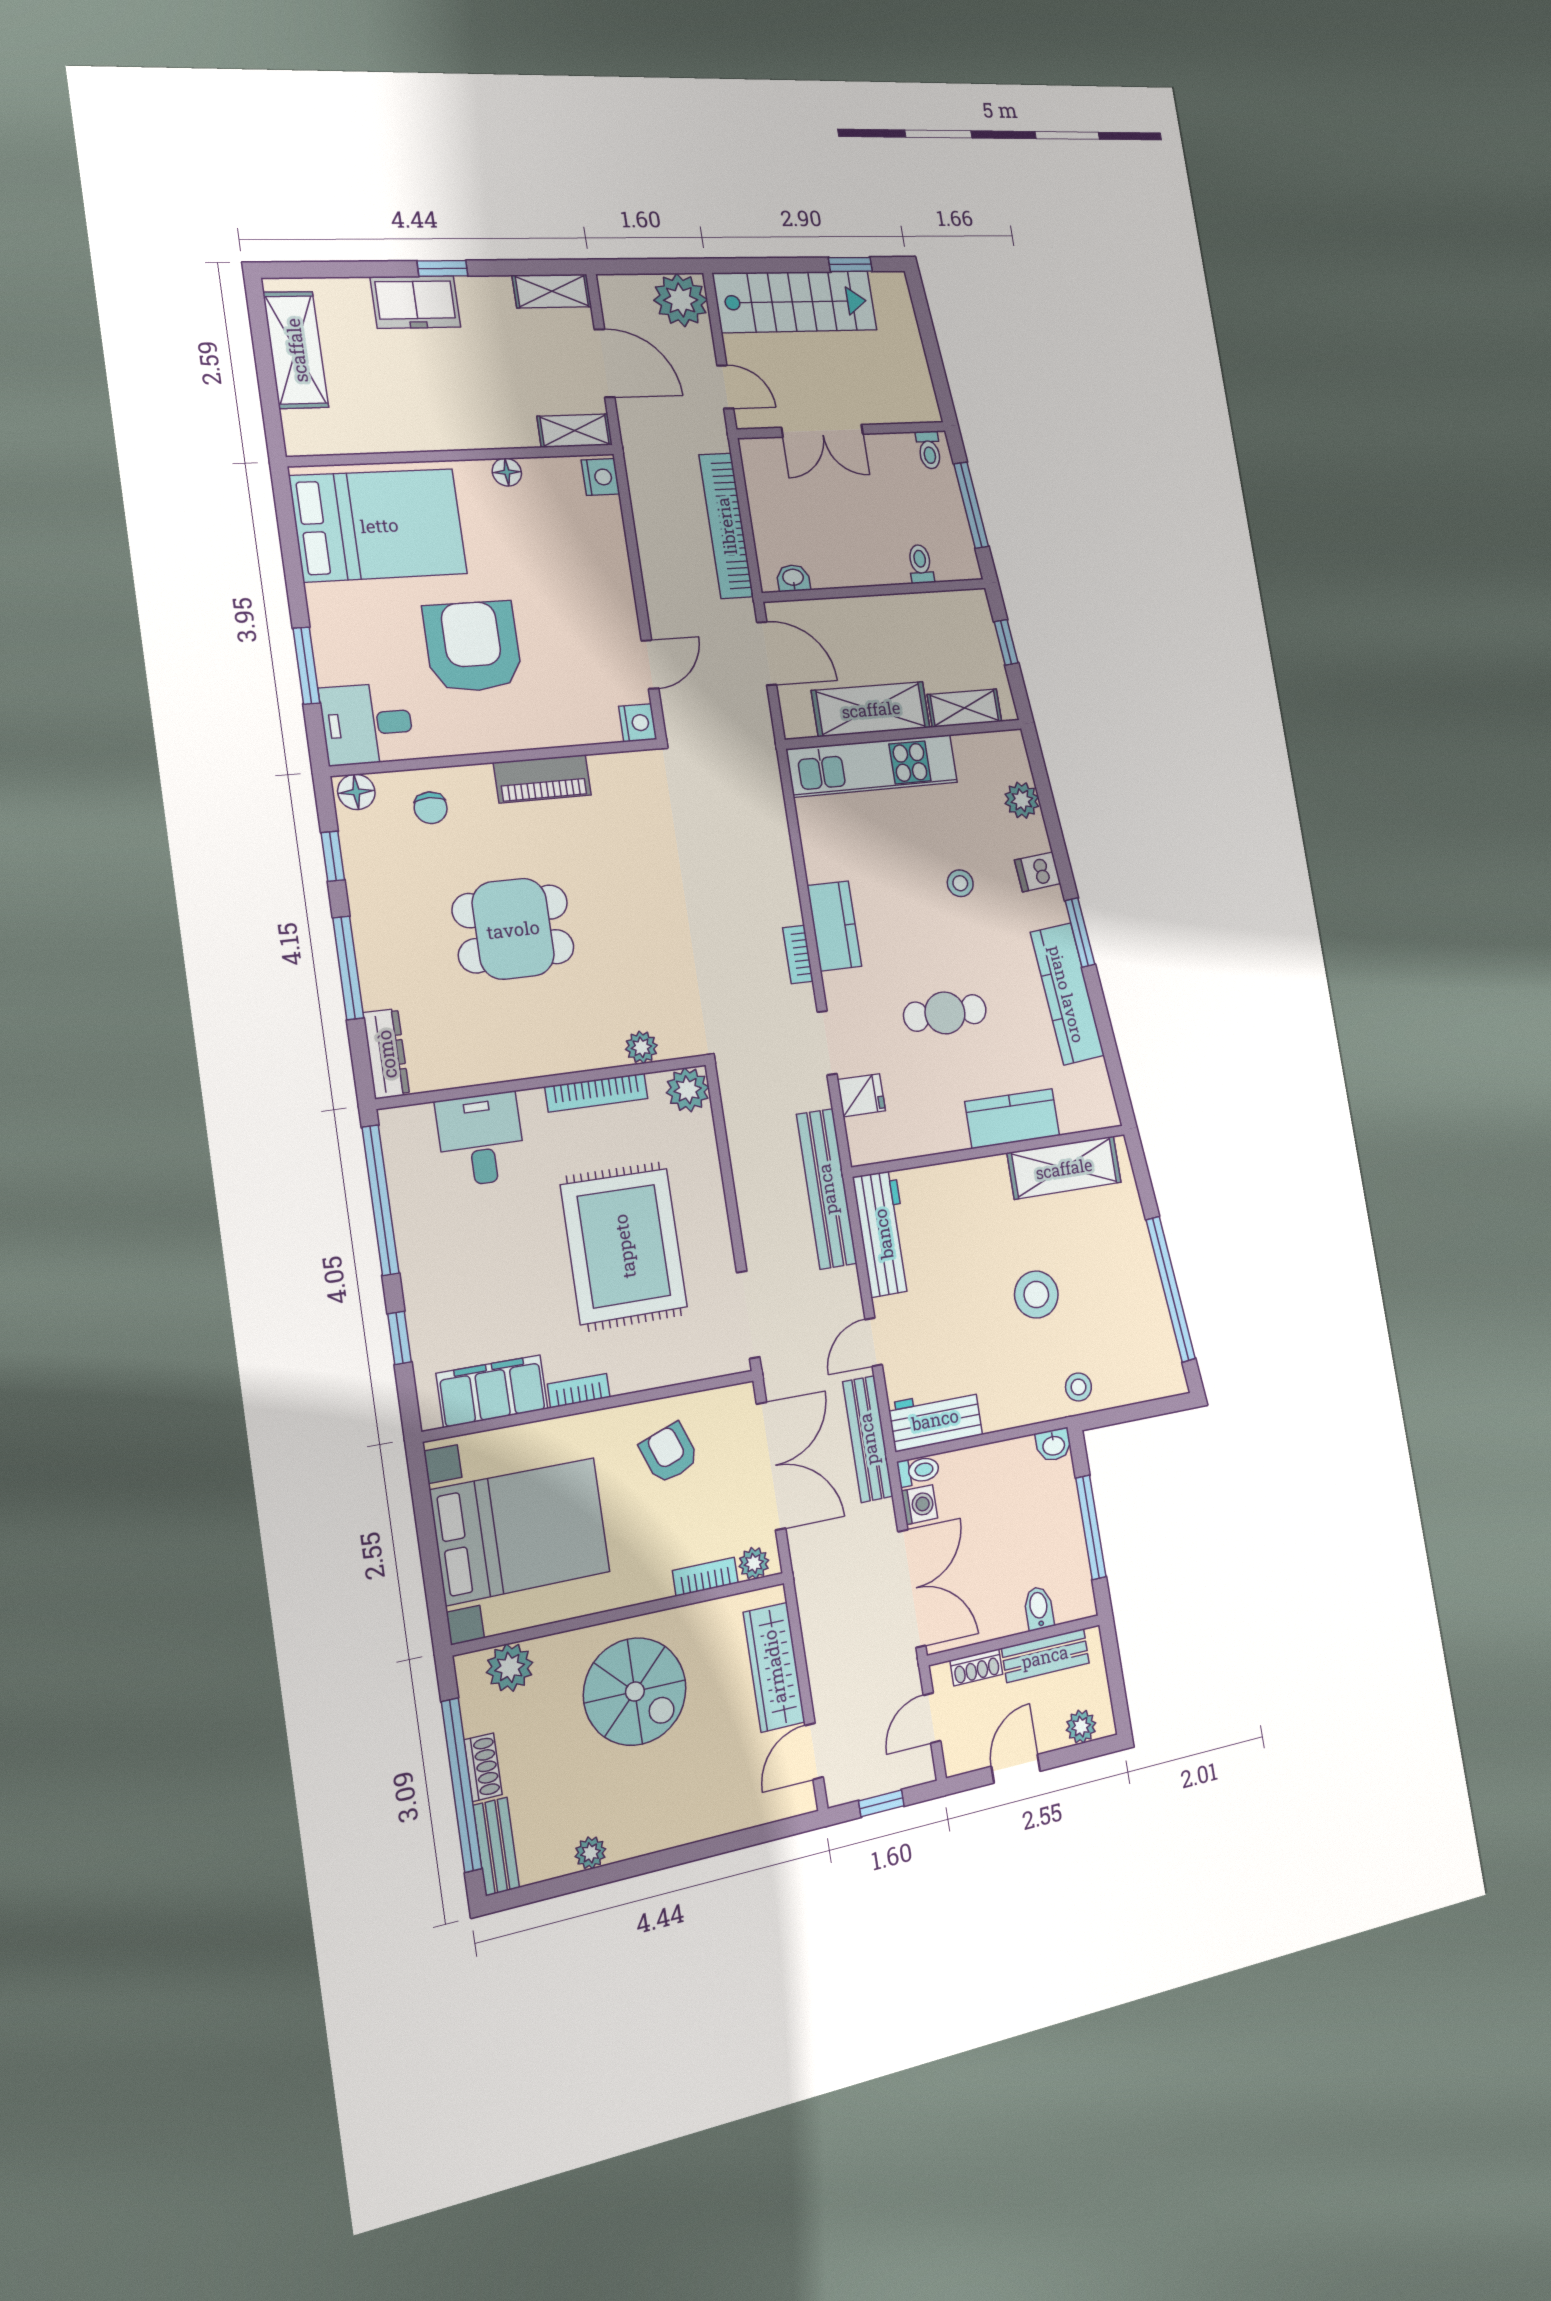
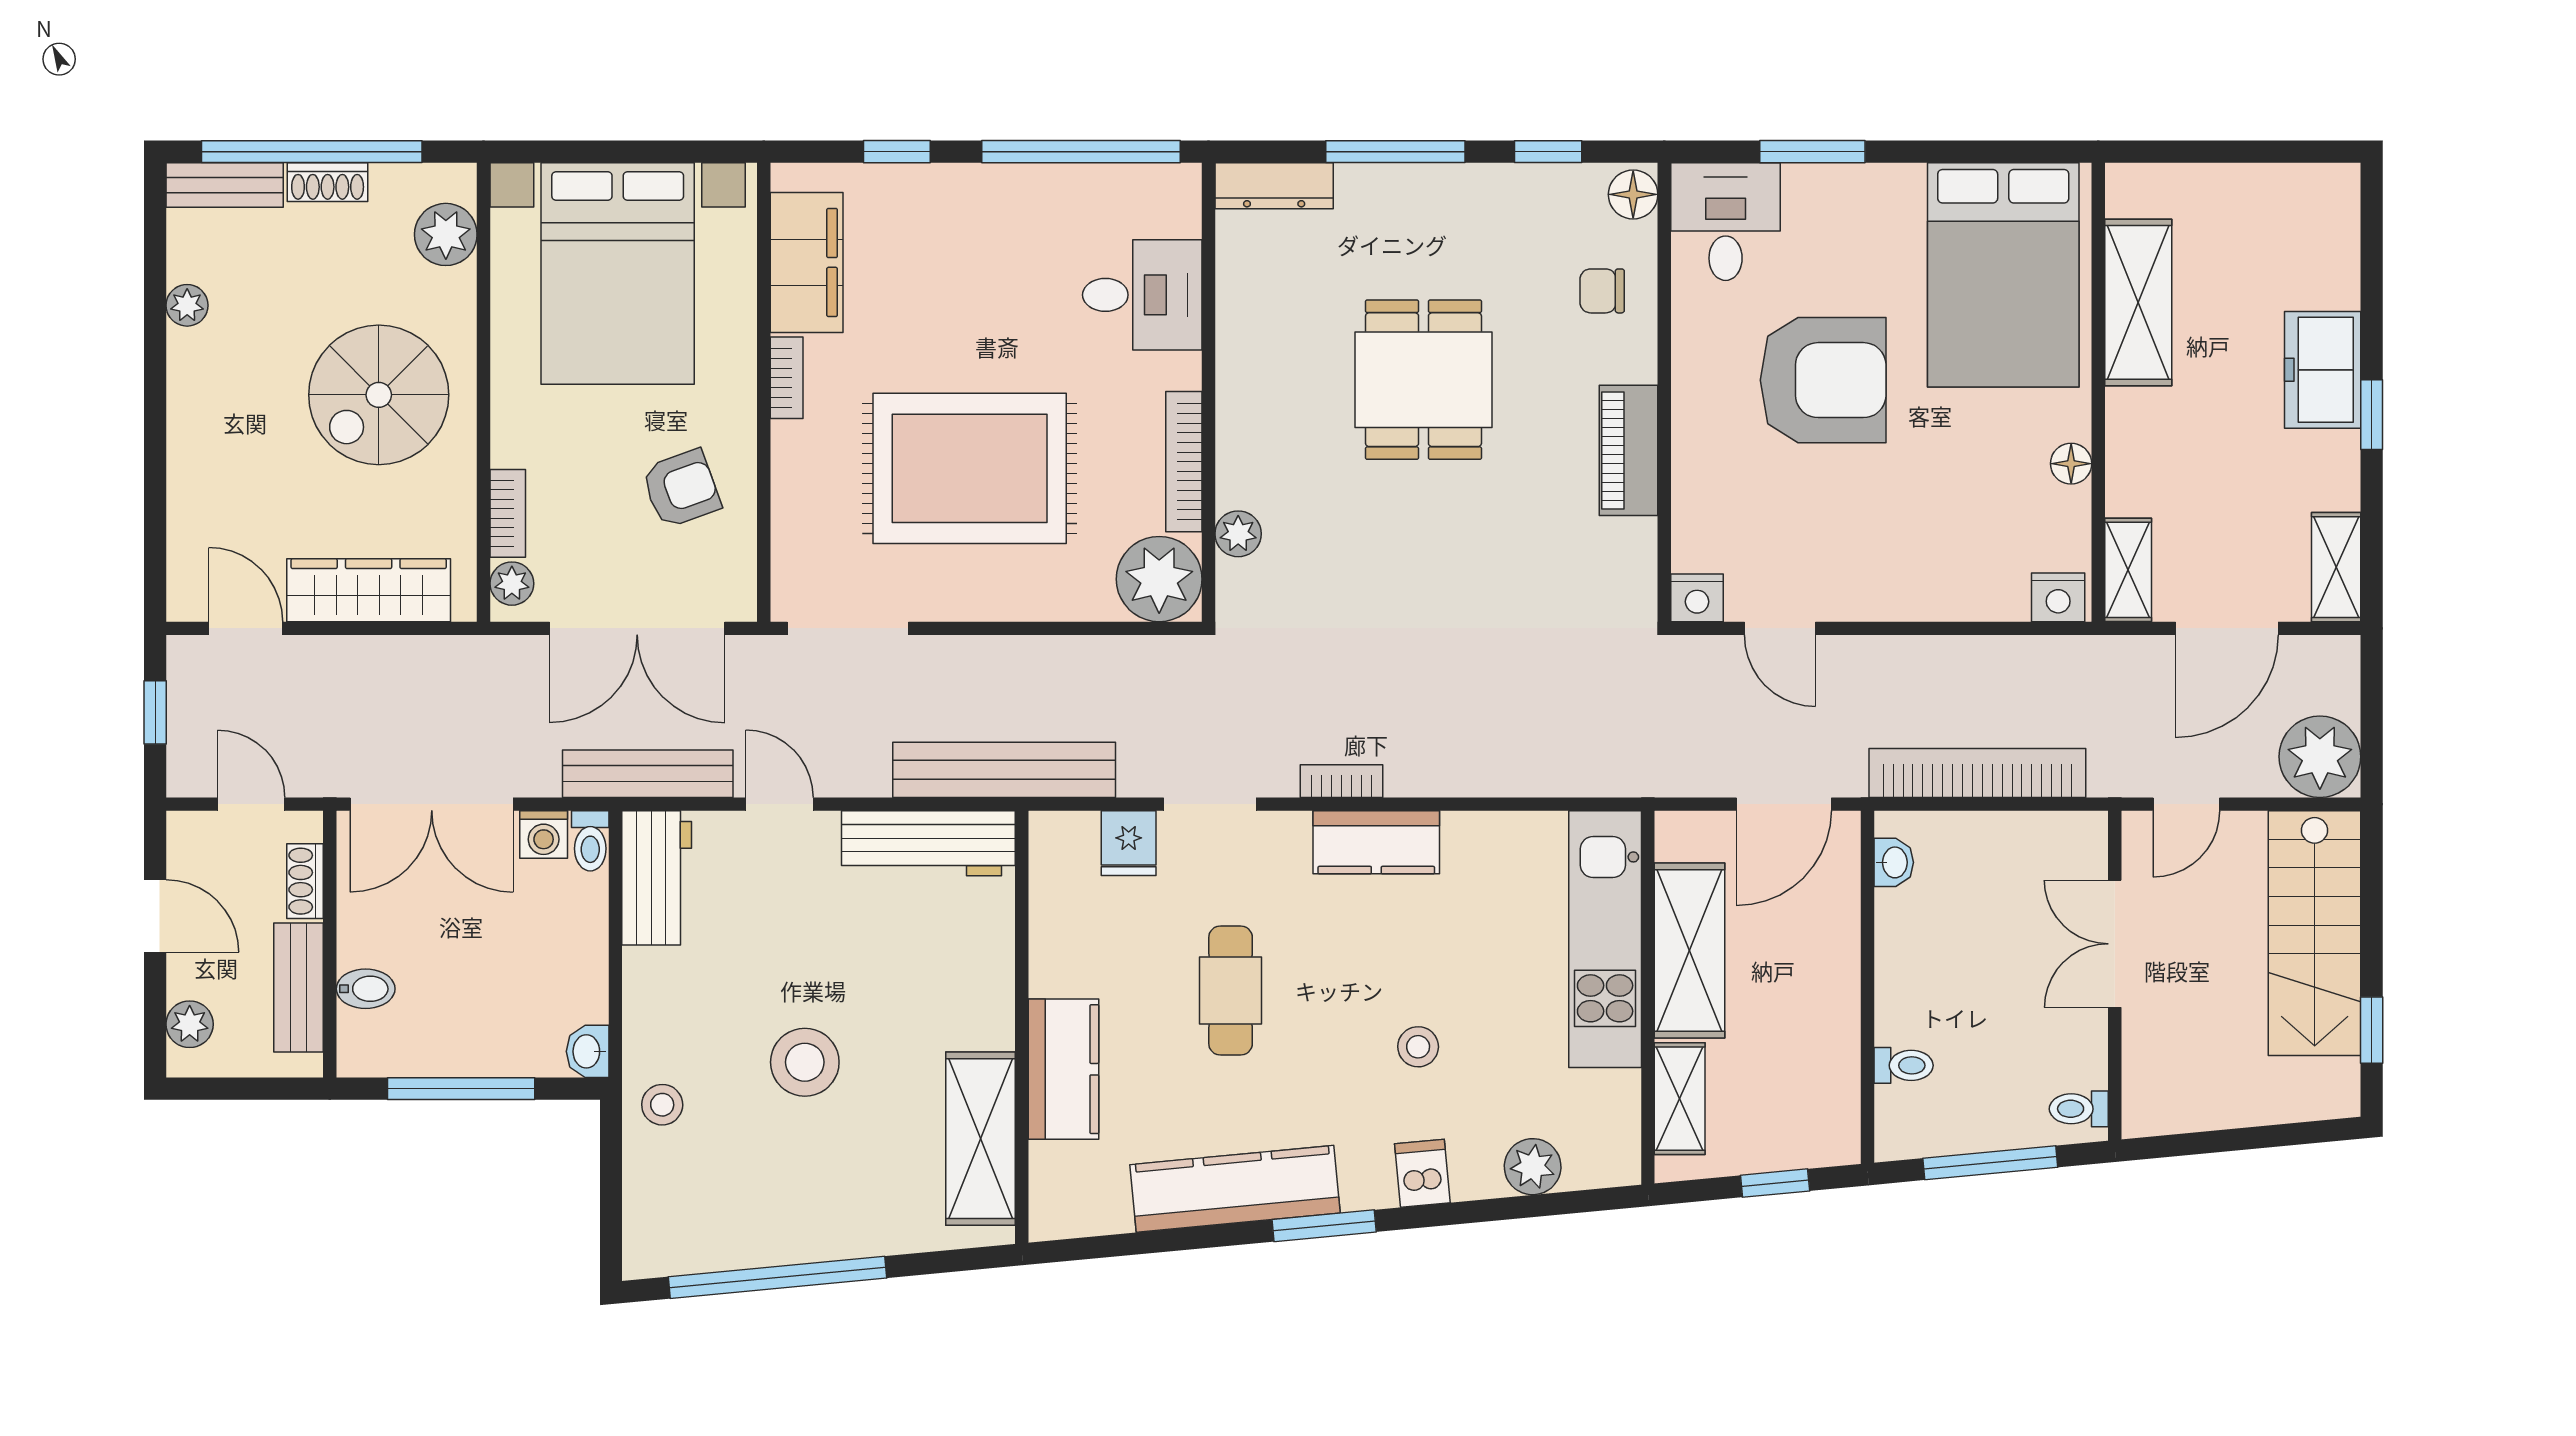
shelving: (296, 350) -> (2138, 302), moved, turned 90
plant: (688, 1090) -> (1159, 579), width x1.36, depth x1.36

